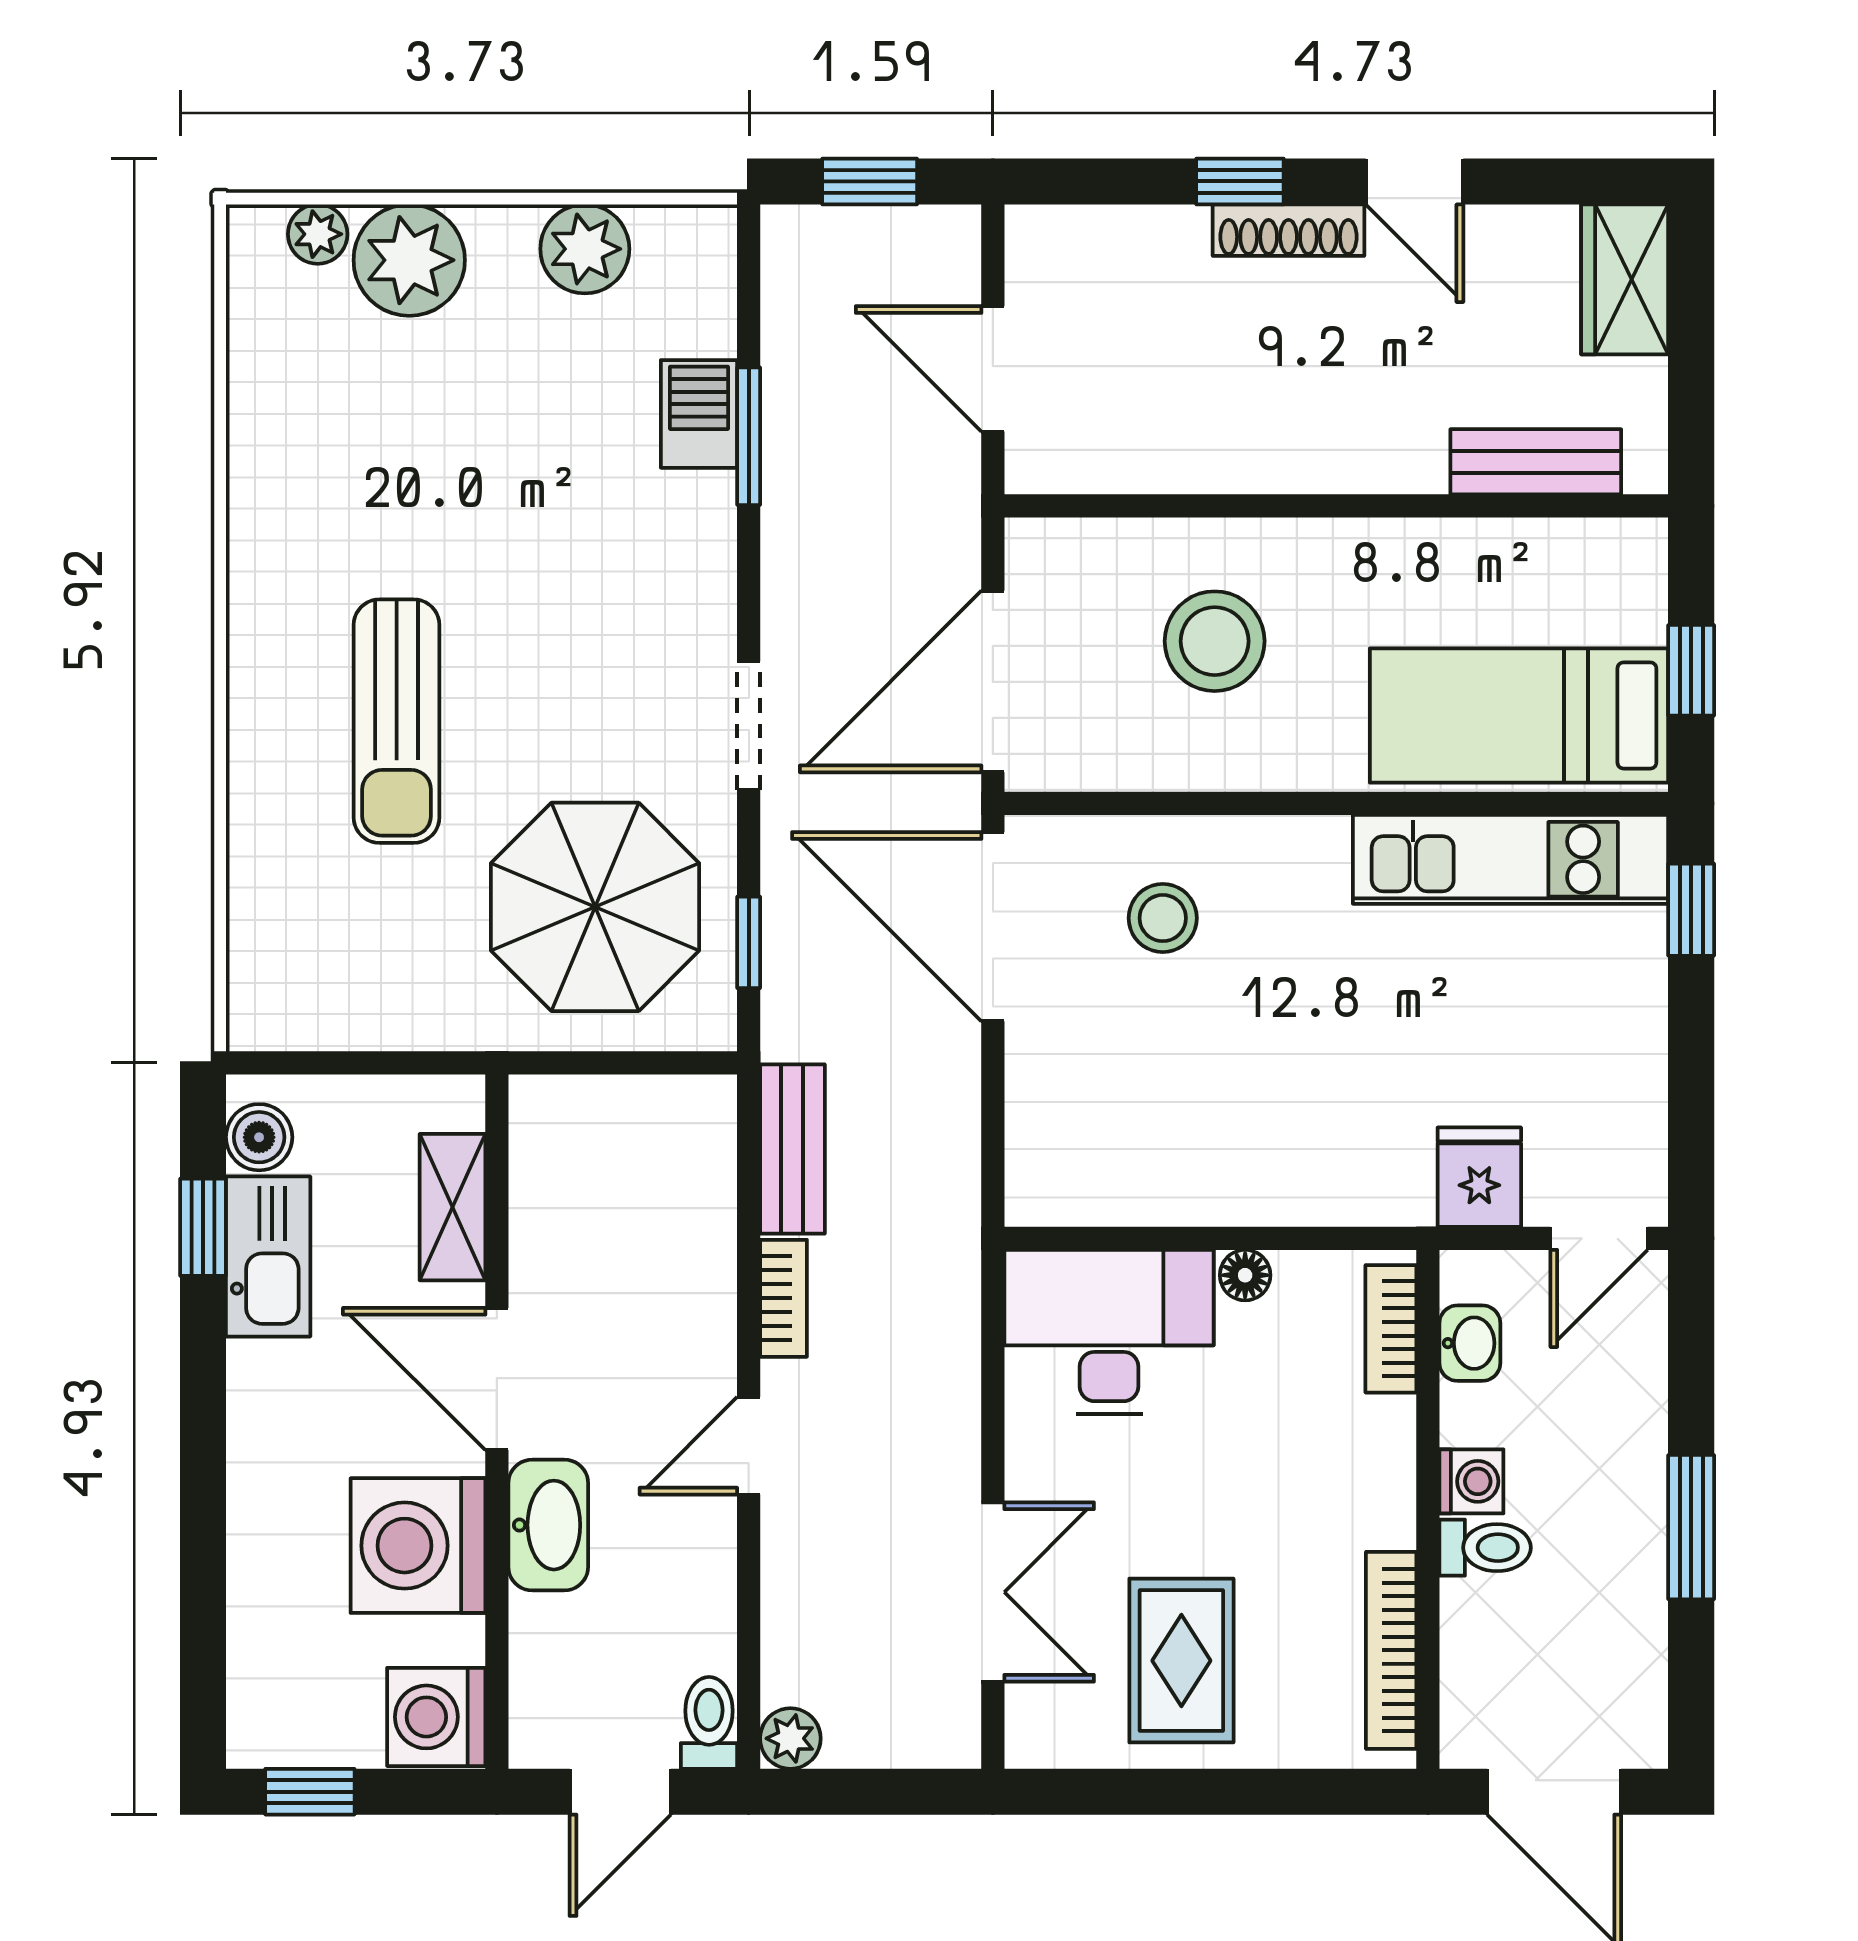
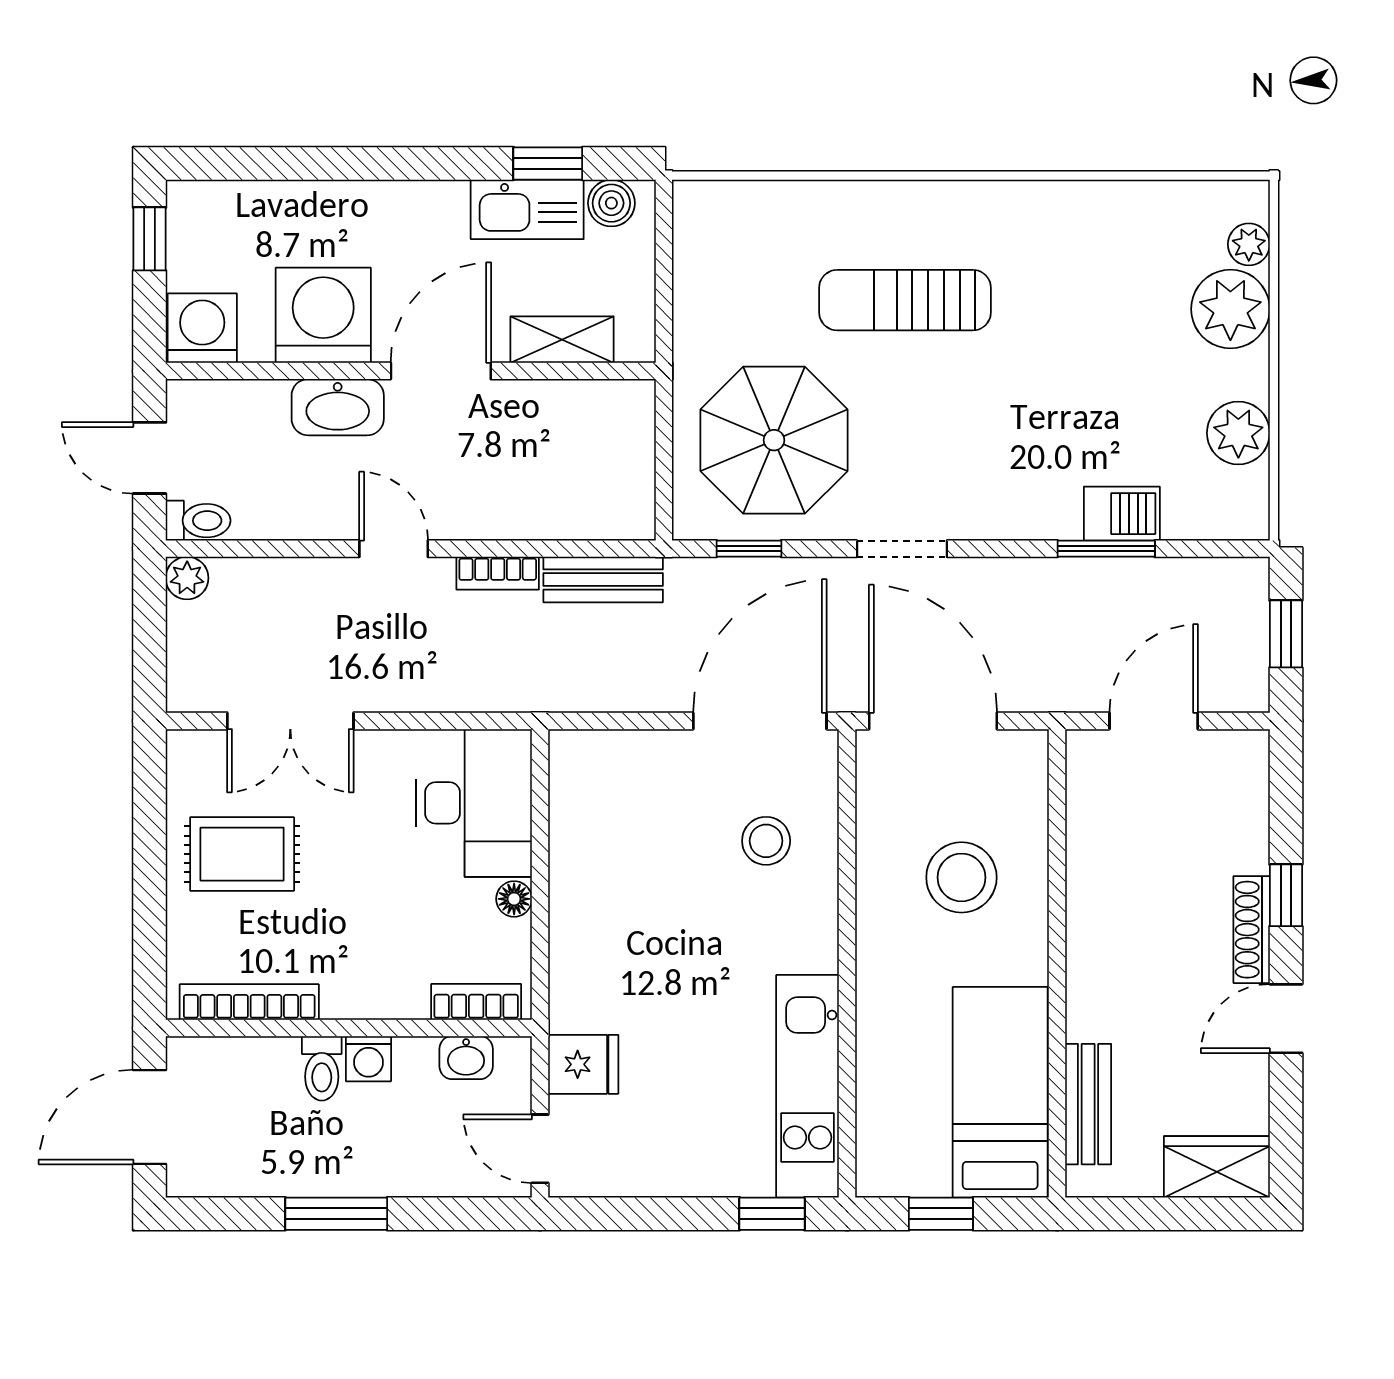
bed: (1519, 715) -> (1000, 1092), moved

